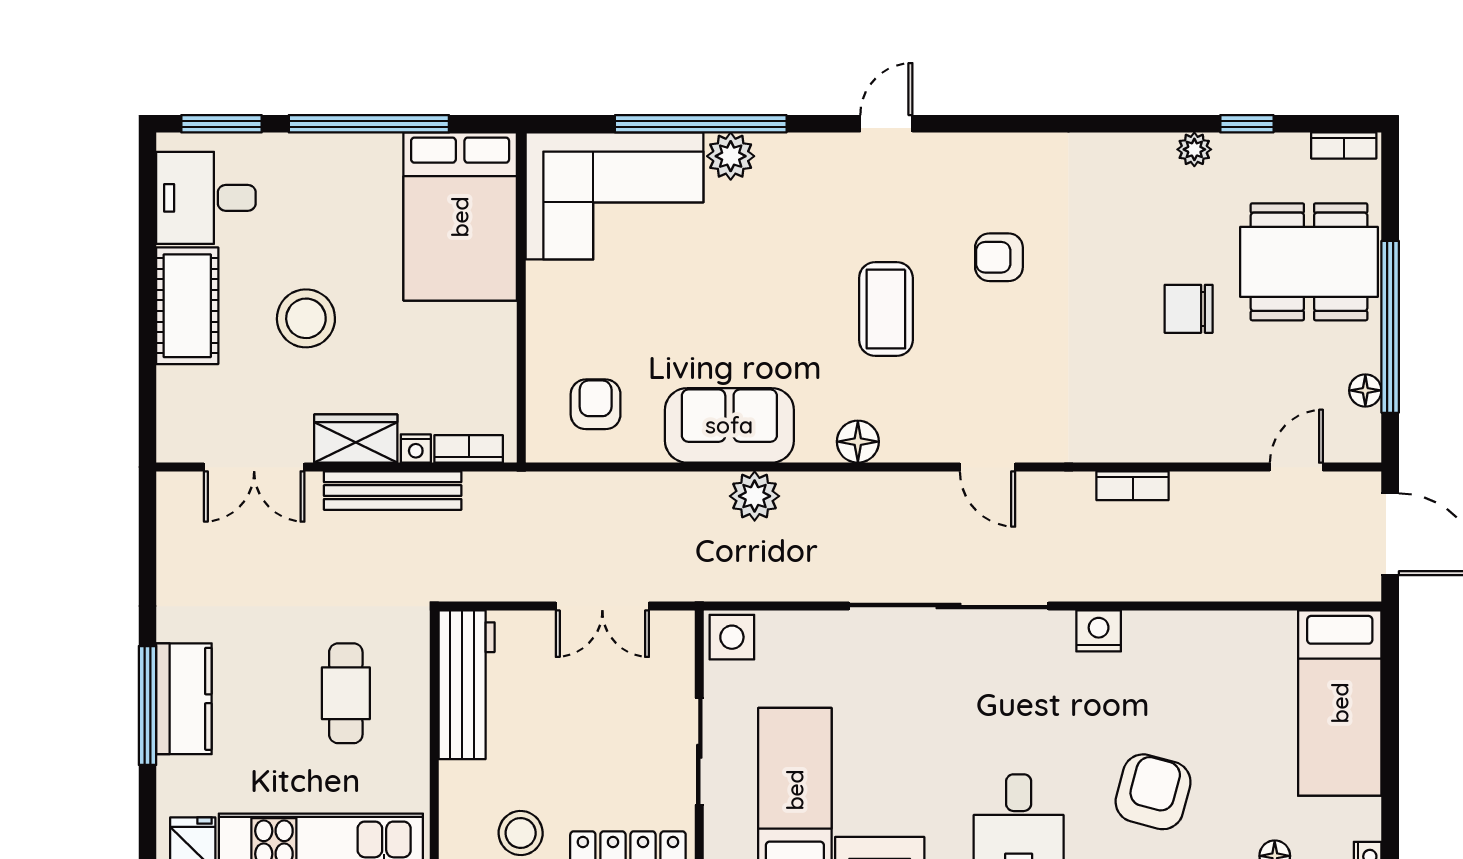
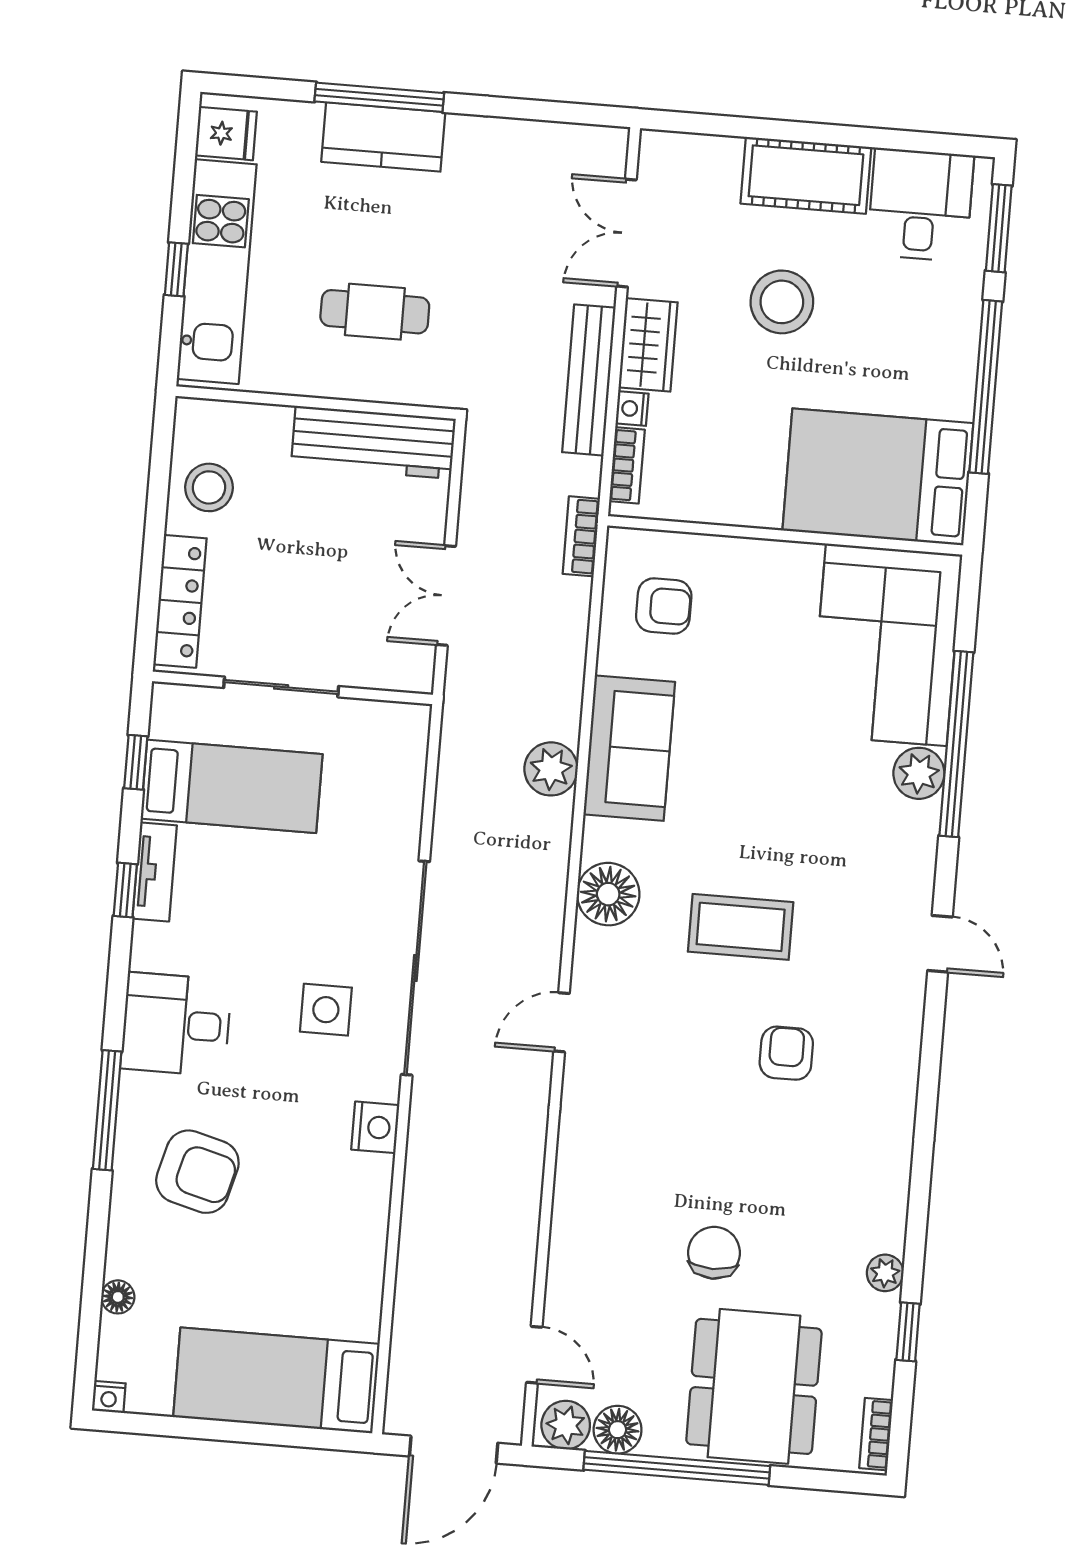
floor lamp: (1365, 390) -> (618, 1430), width x1.37, depth x1.37
plant: (1359, 433) -> (566, 1425), added
floor lamp: (858, 442) -> (608, 894), width x1.38, depth x1.38
bookcase: (1133, 486) -> (581, 536), moved
side table: (732, 637) -> (326, 1010), moved

